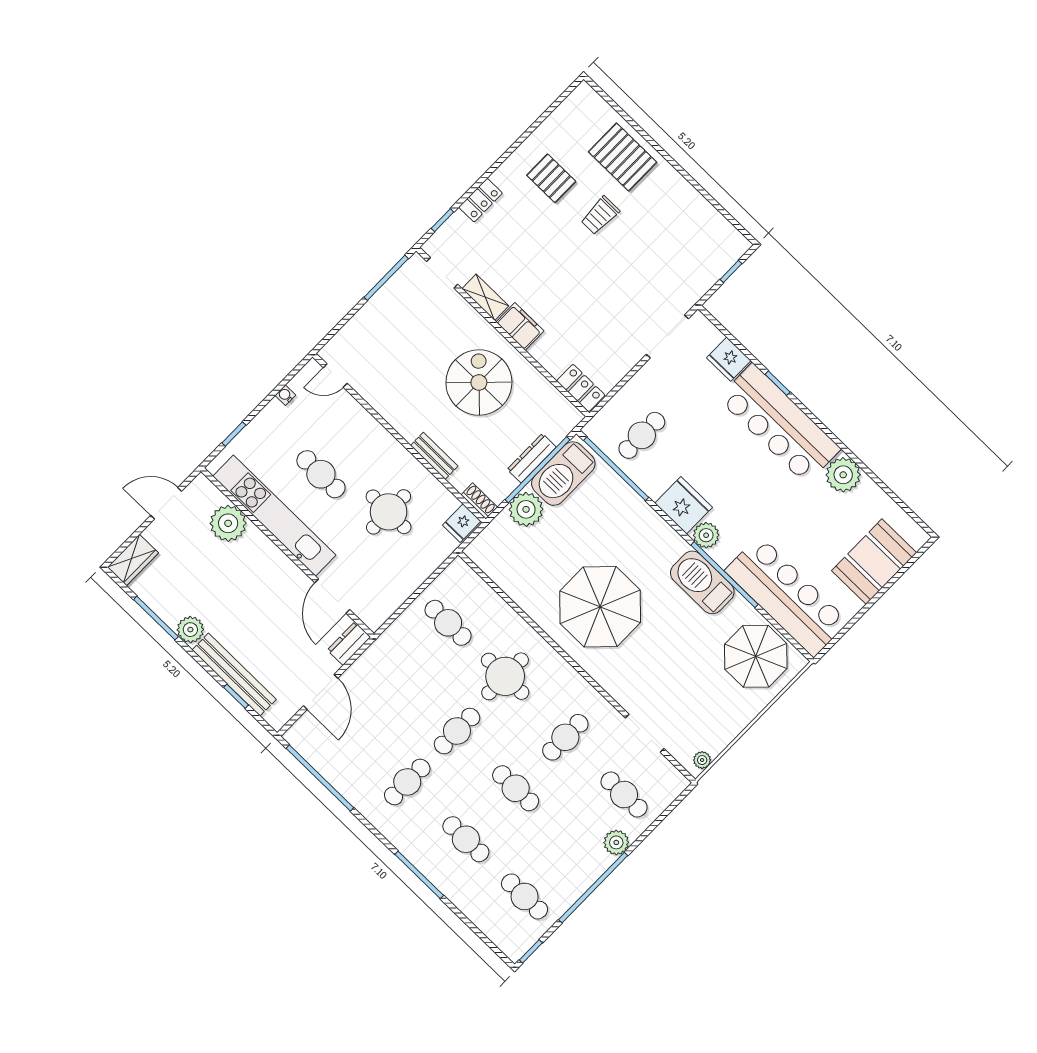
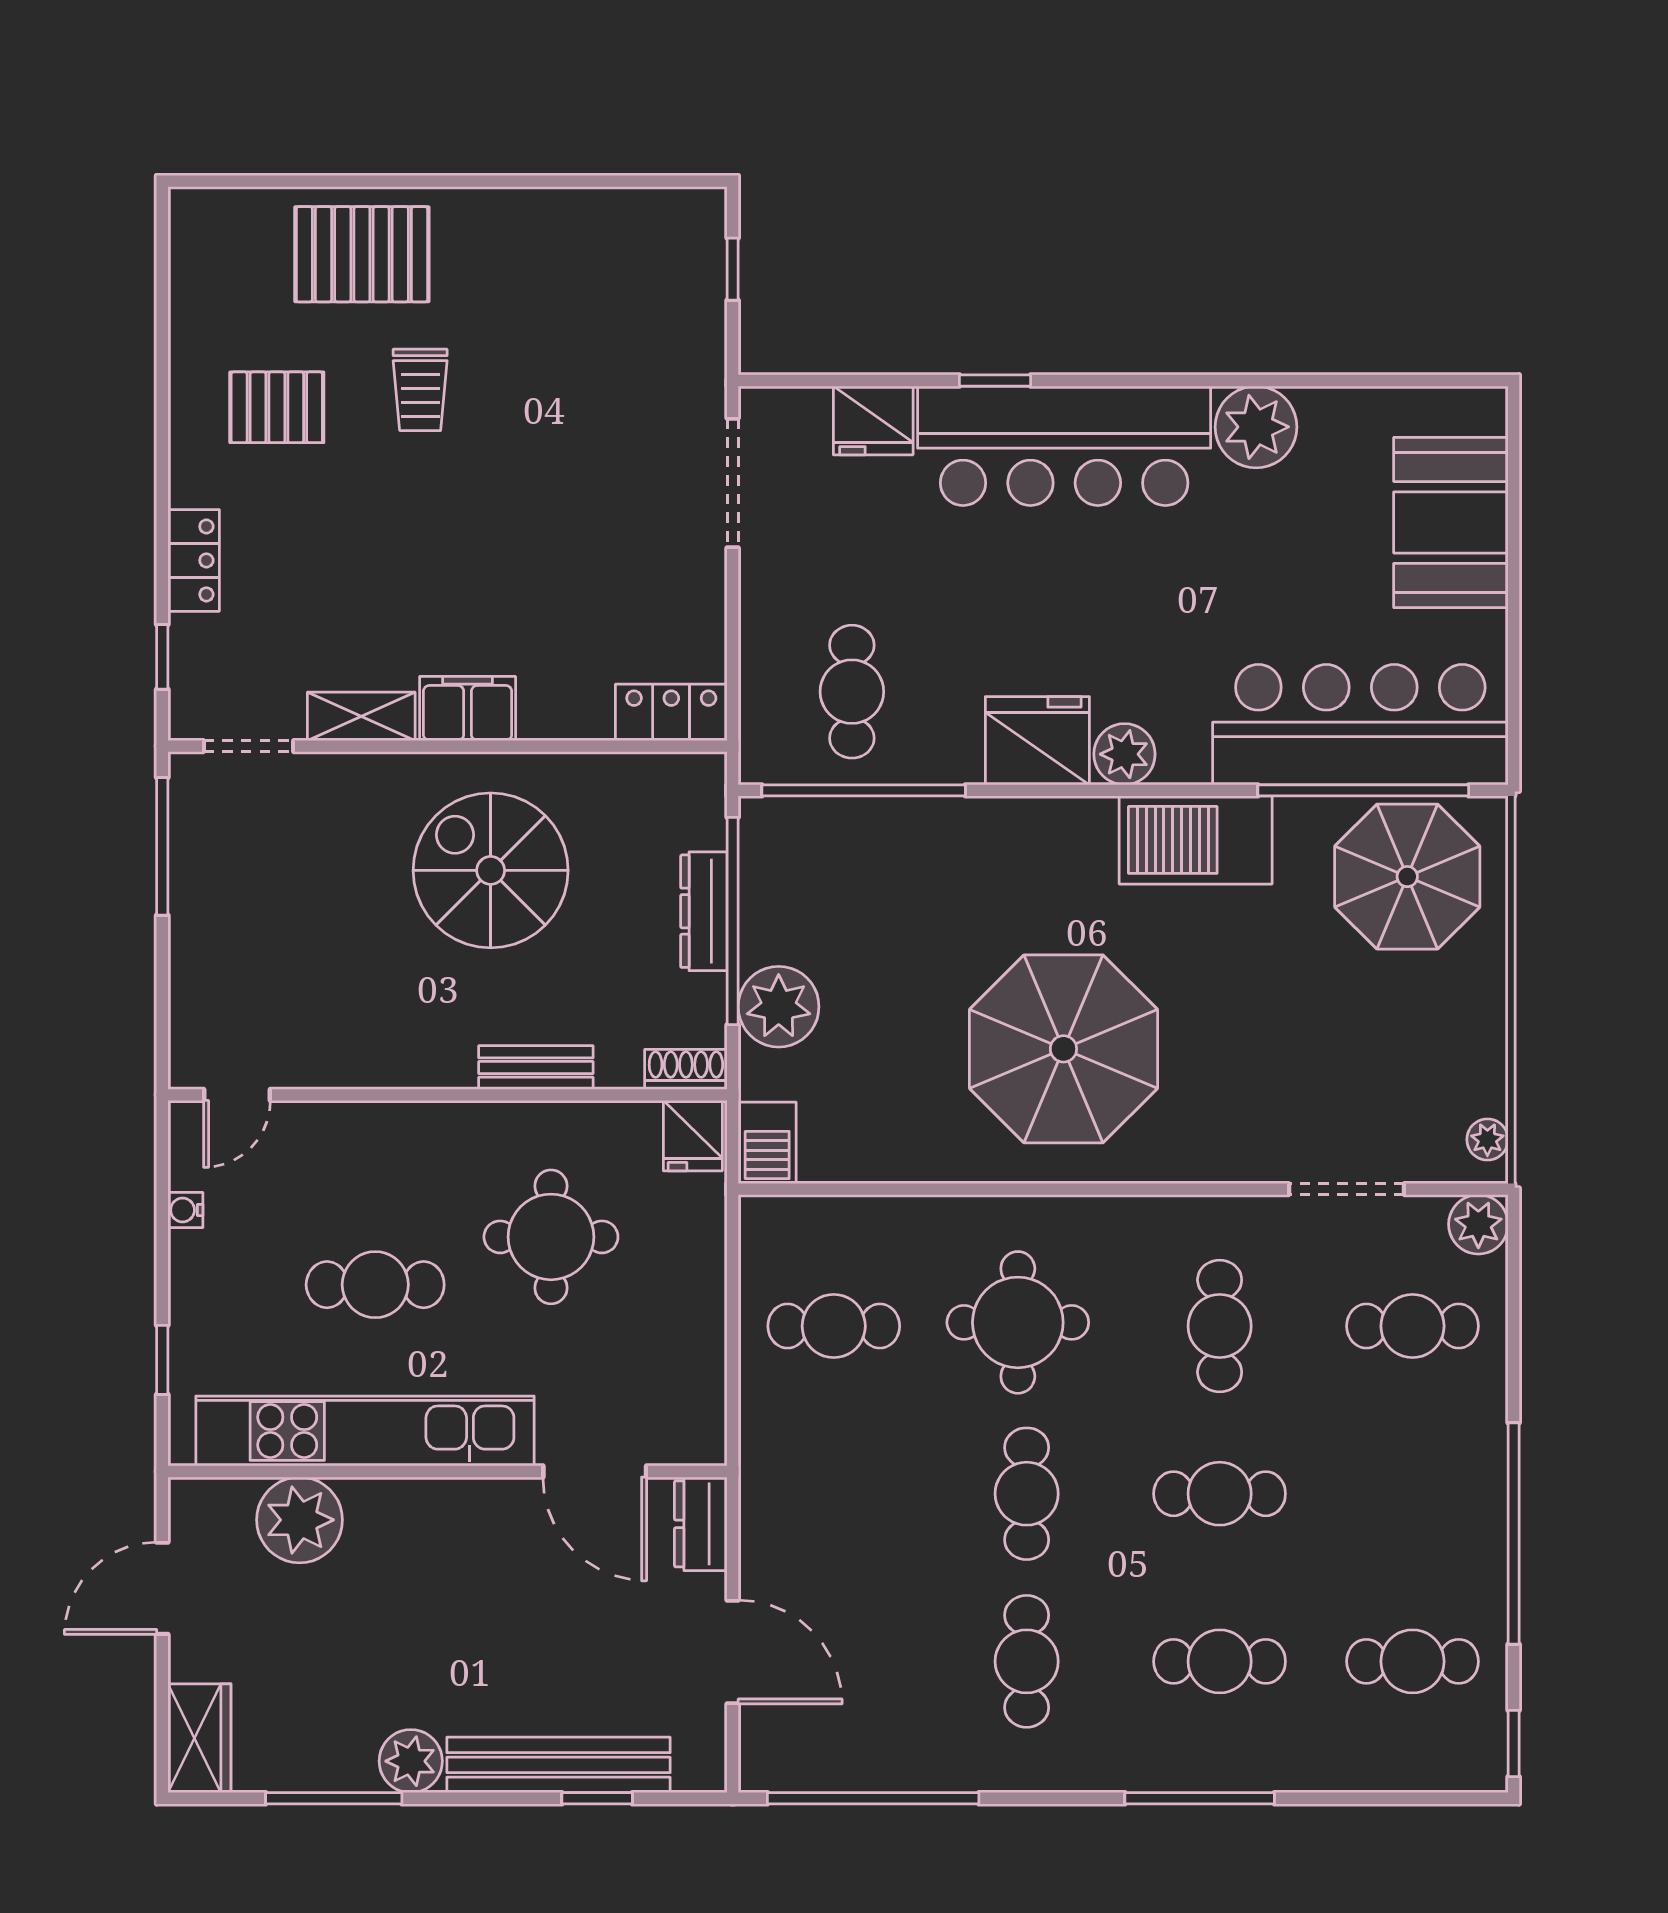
barbecue: (563, 474) -> (767, 1143), moved, width x0.53, depth x0.65
window: (725, 575) -> (1363, 790), moved
plant: (616, 842) -> (1478, 1224), moved

